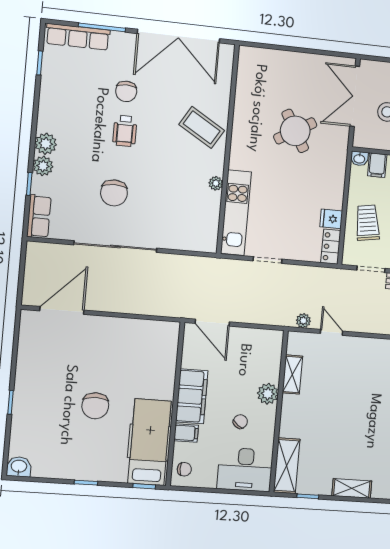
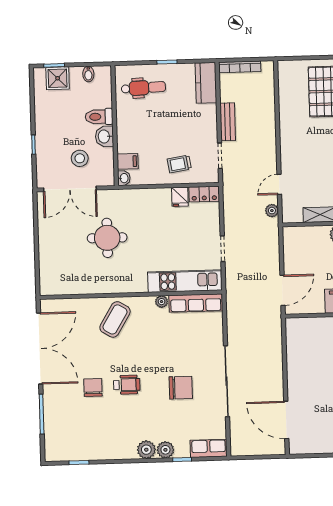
row of seats: (78, 37) -> (196, 303), moved, turned 90
chair: (126, 91) -> (93, 387), turned -90
round table: (295, 131) -> (107, 238), turned 30
trolley: (367, 223) -> (179, 164), width x0.73, depth x0.72

